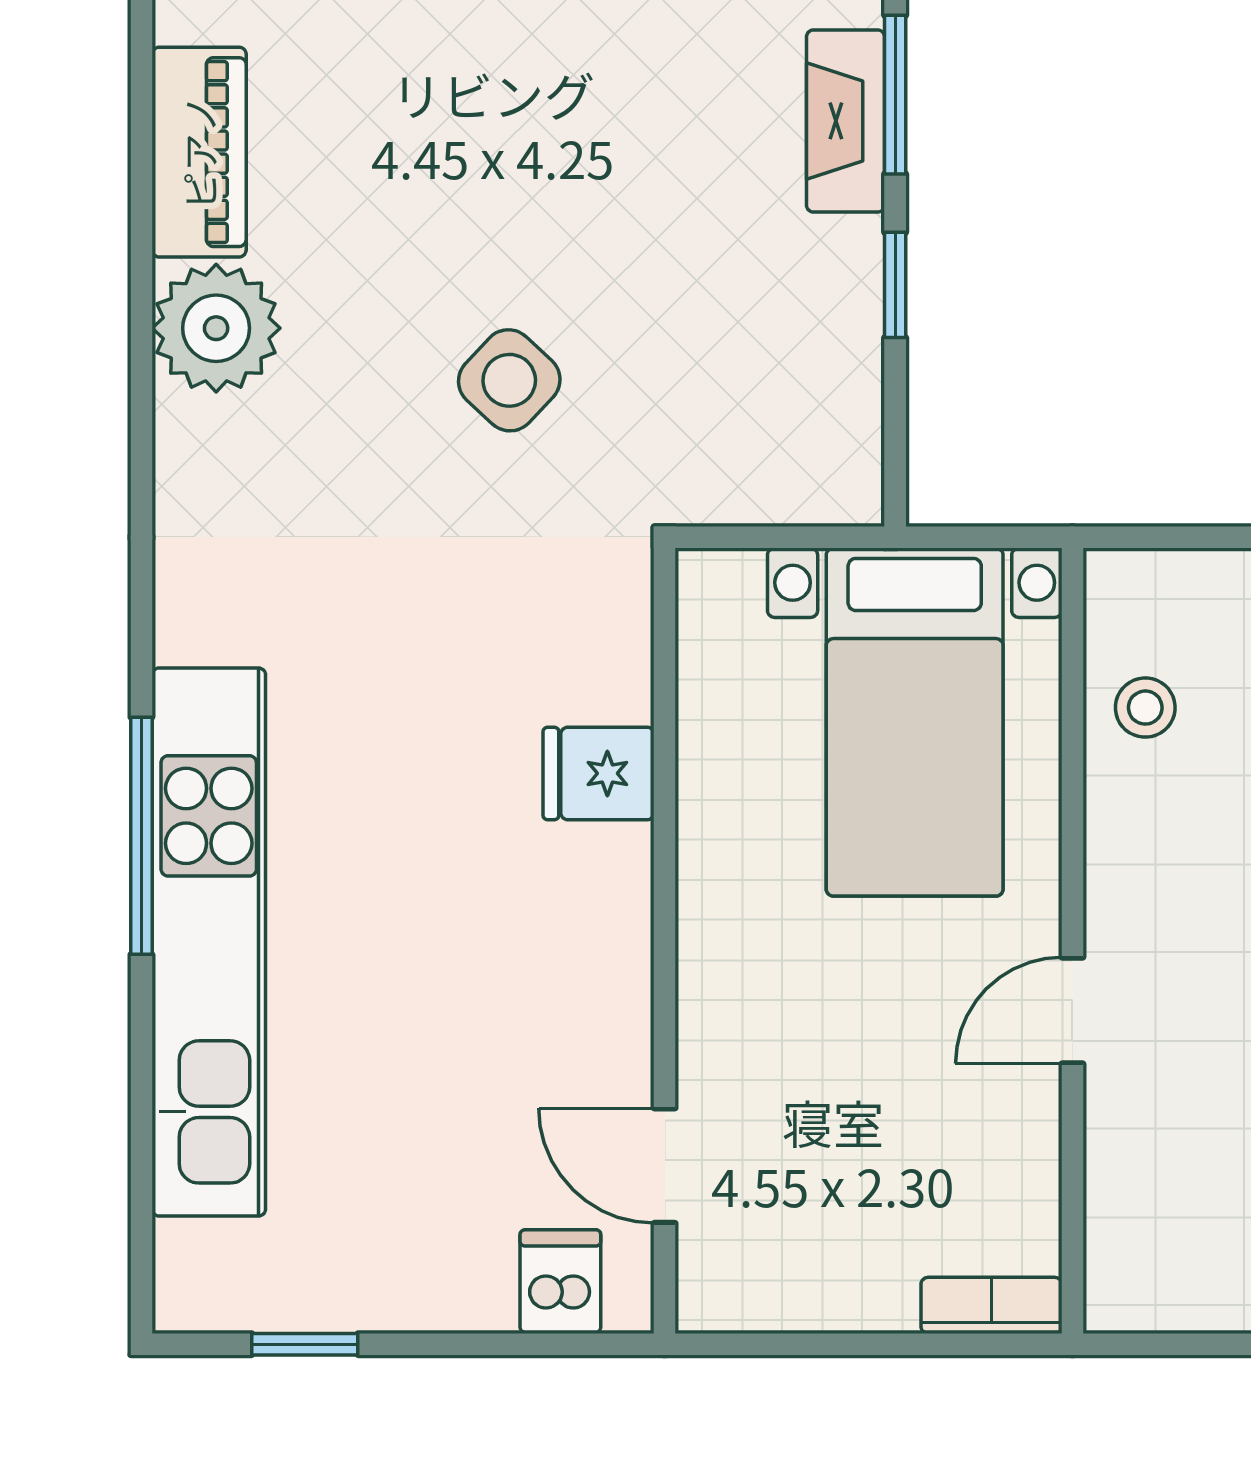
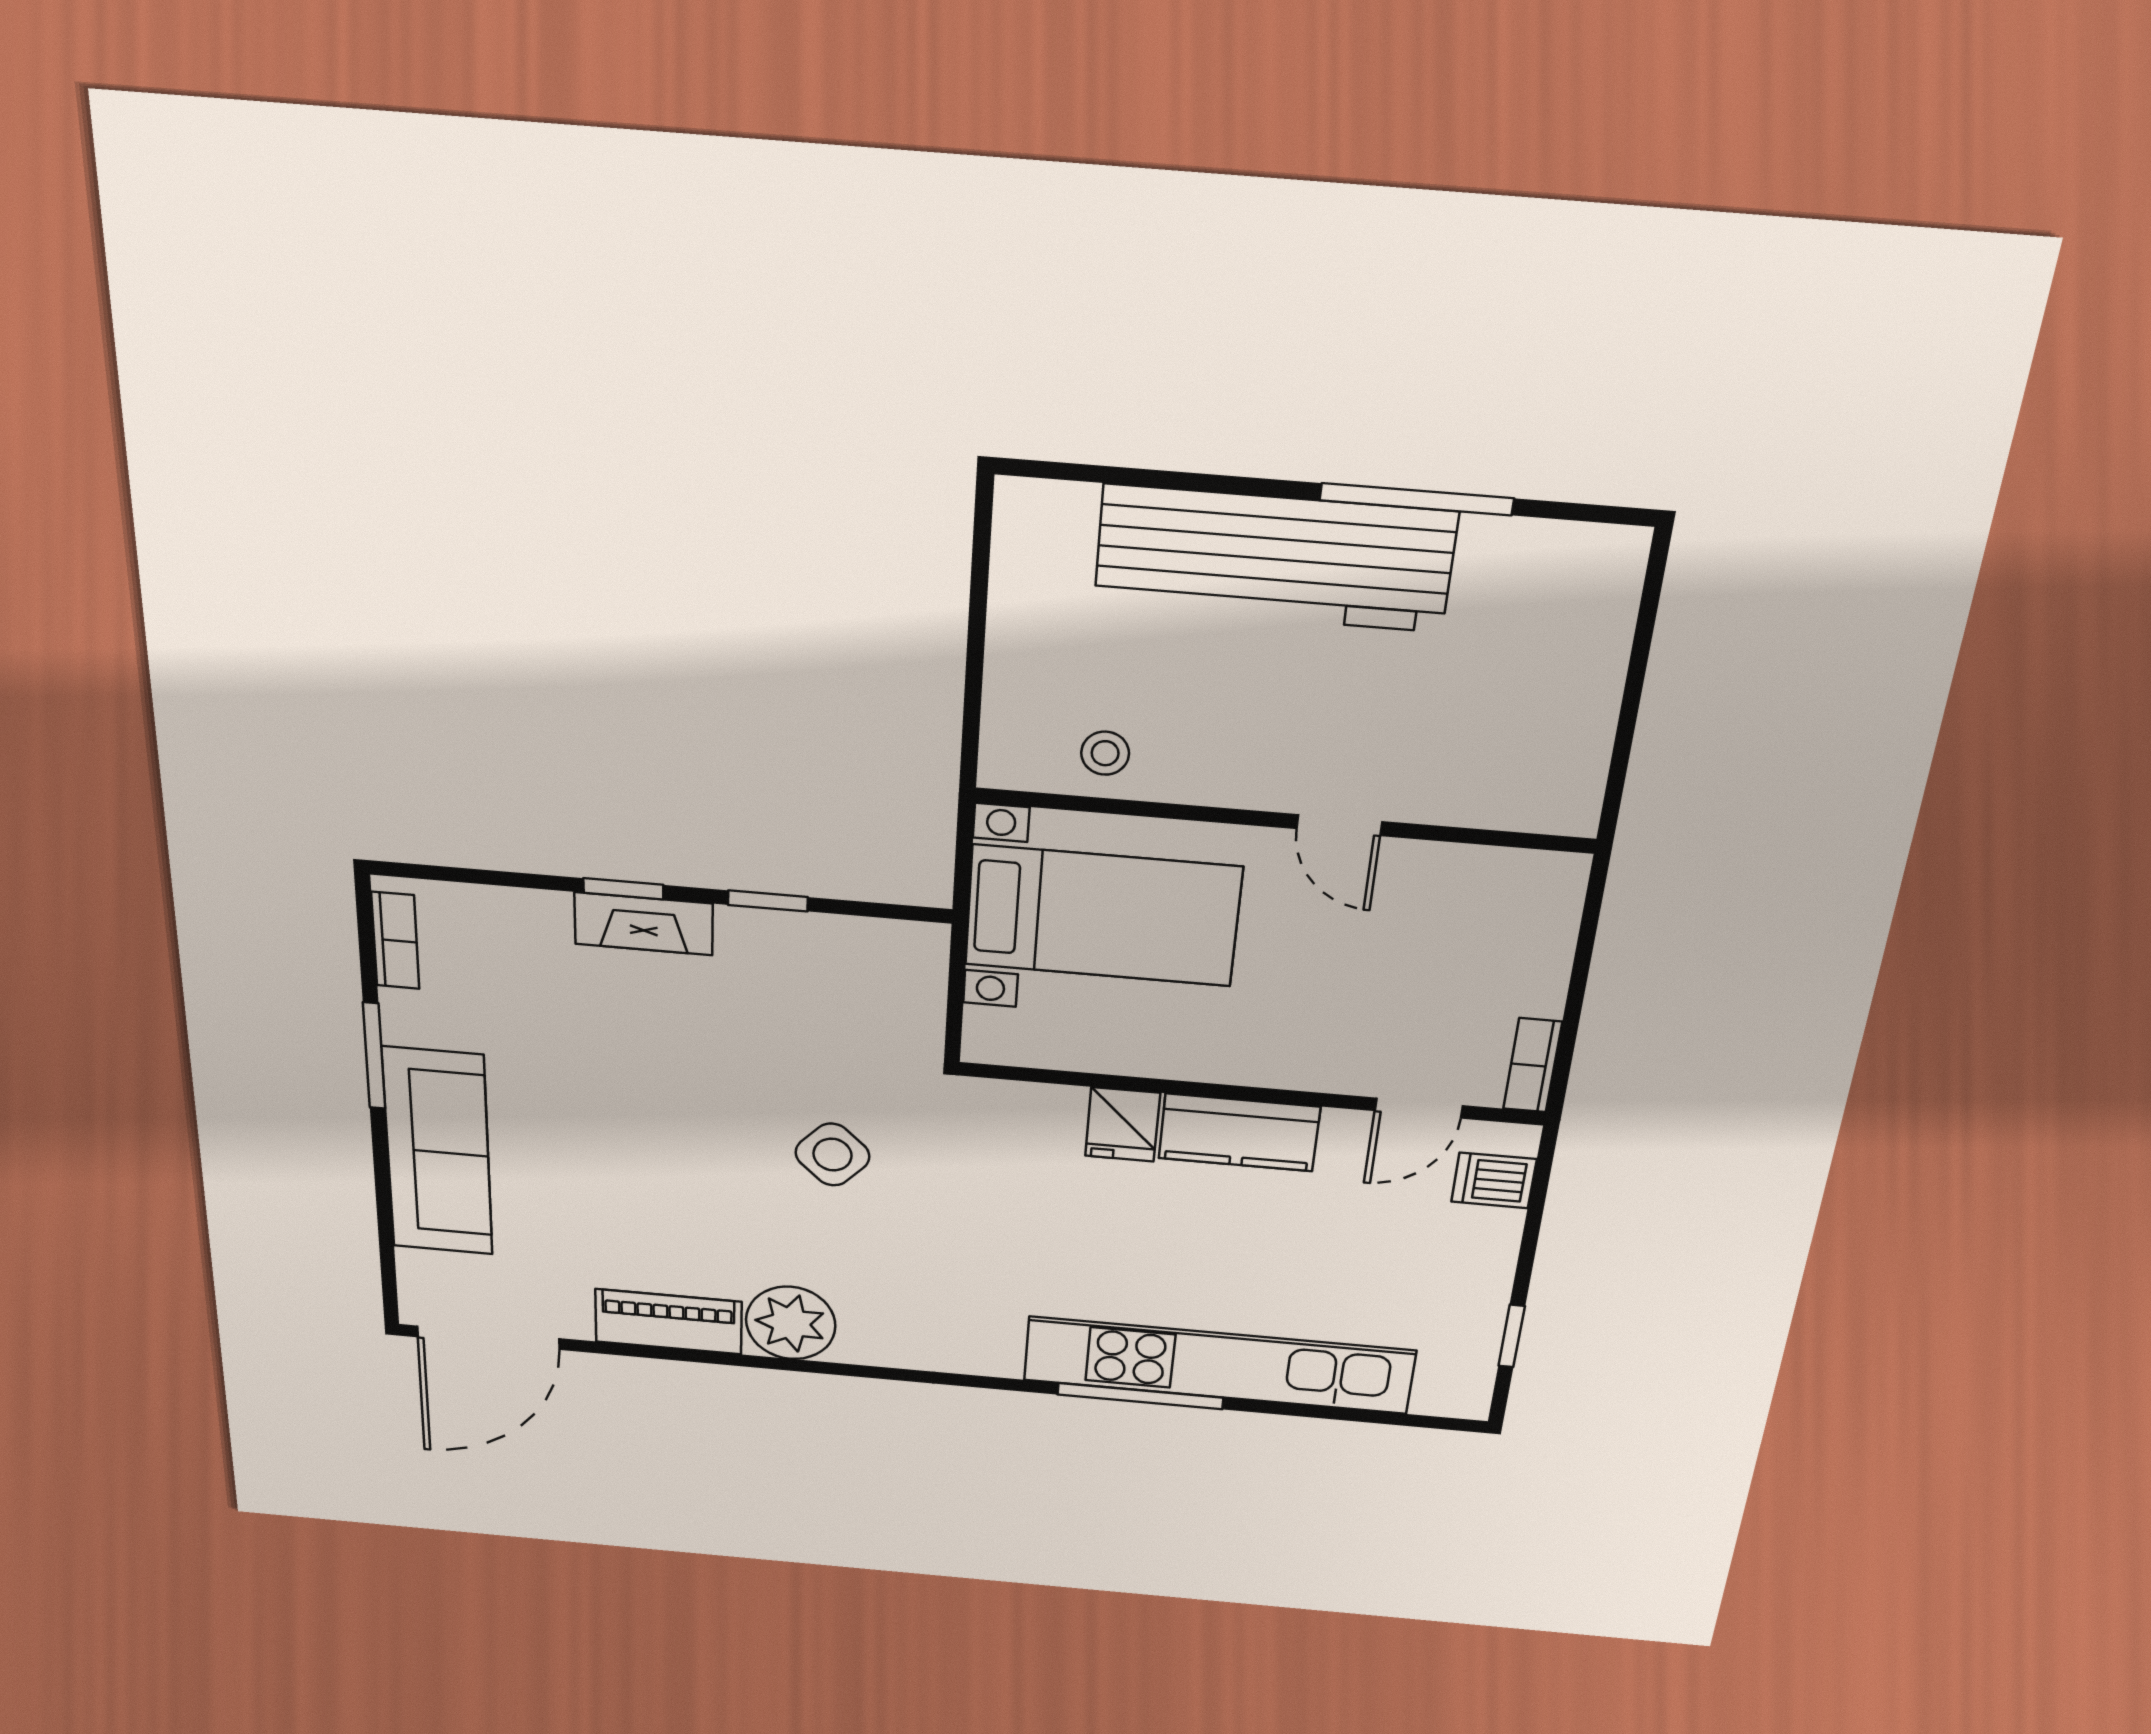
window: (895, 95) -> (623, 889), width x0.67
kitchen counter: (602, 931) -> (1239, 1133), added
bookcase: (991, 1305) -> (1533, 1065), moved

